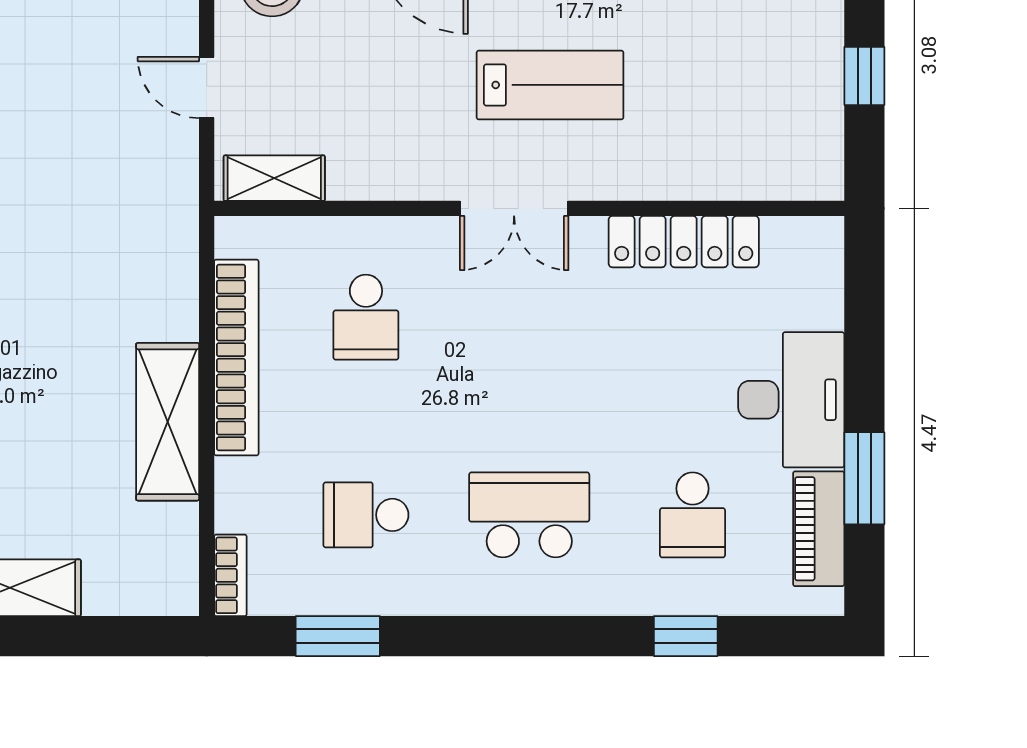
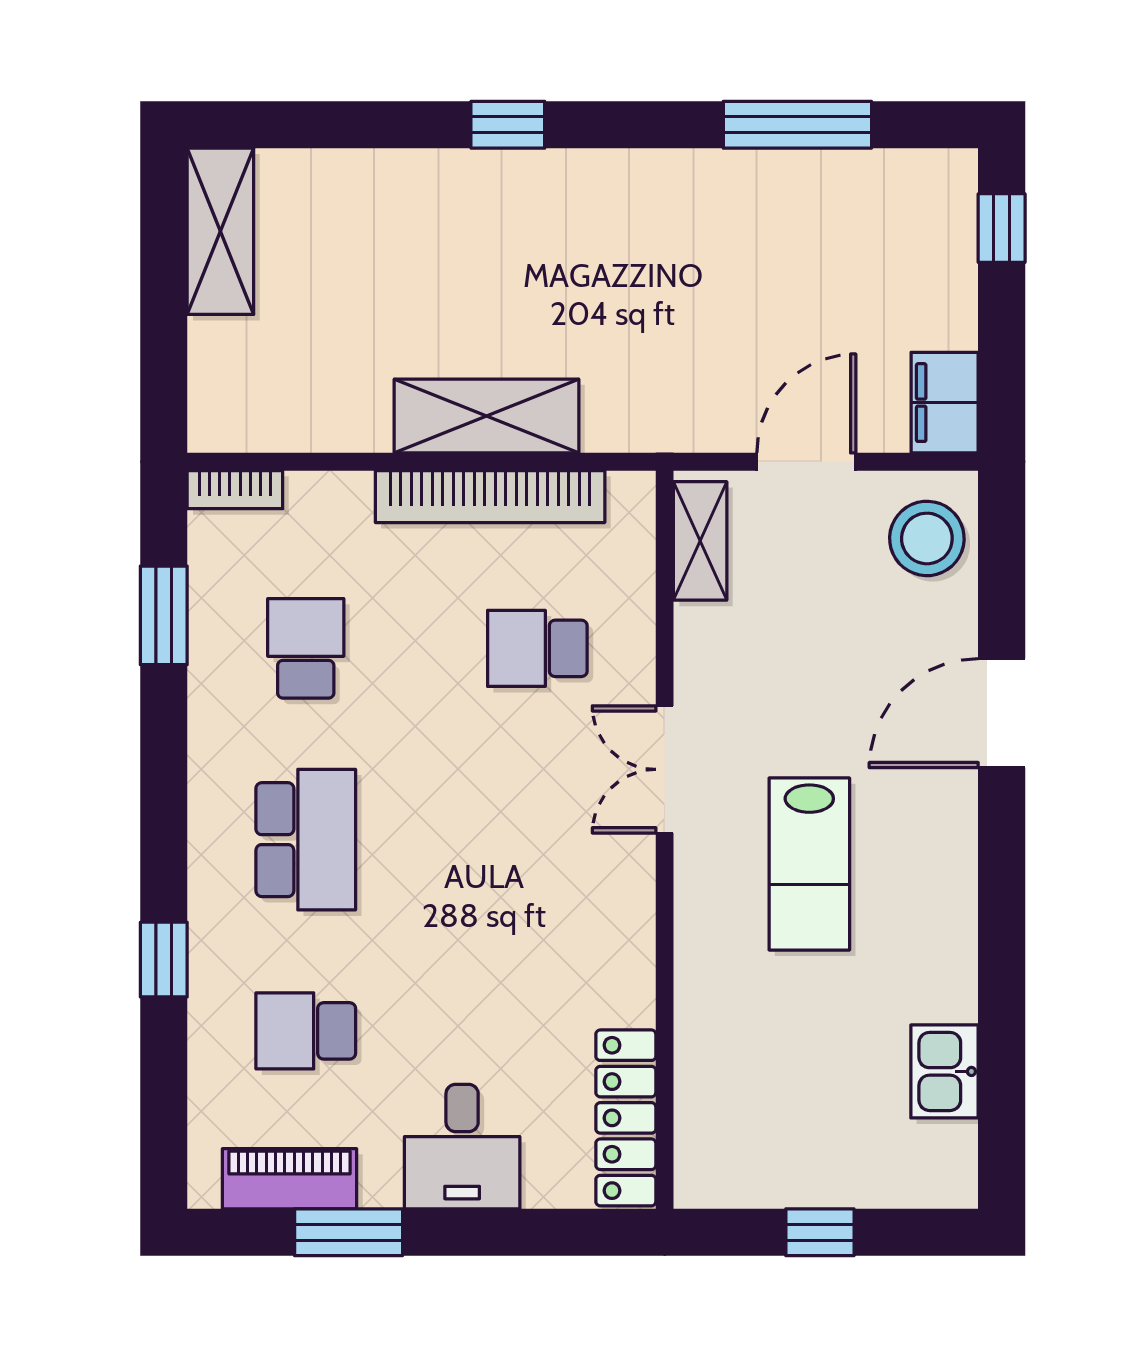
door: (207, 88) -> (806, 462), width x1.37
double door: (514, 208) -> (665, 769), moved
locker: (684, 242) -> (626, 1118), moved
desk: (791, 400) -> (462, 1147), width x0.73
shelving: (168, 422) -> (486, 416), moved
window: (686, 636) -> (164, 960), moved

